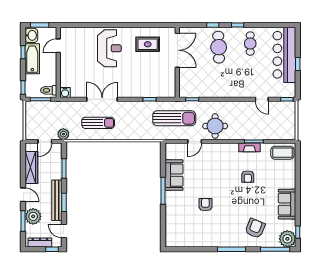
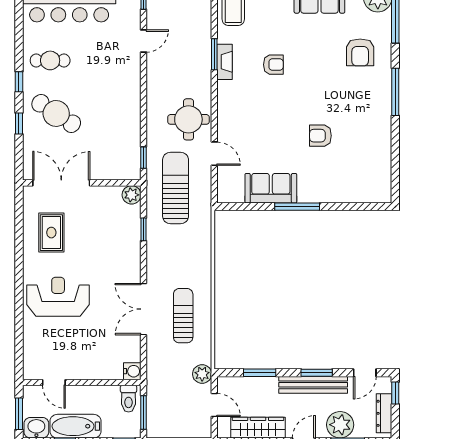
cafe table: (219, 47) -> (56, 113), turned 35
plant: (170, 92) -> (132, 195), added
armchair: (255, 228) -> (360, 52), turned -112

